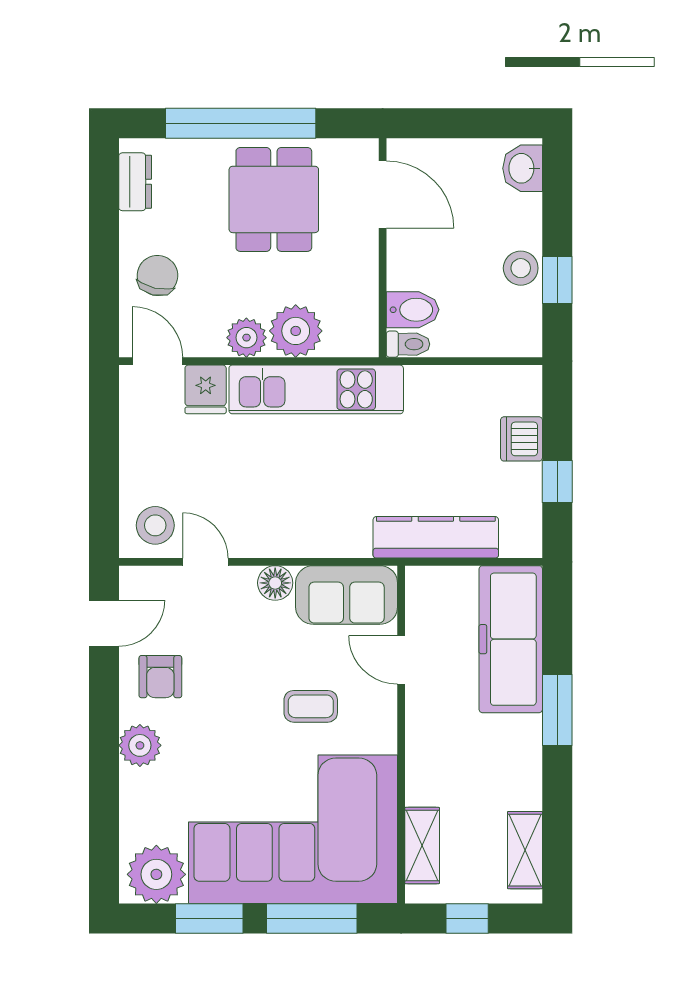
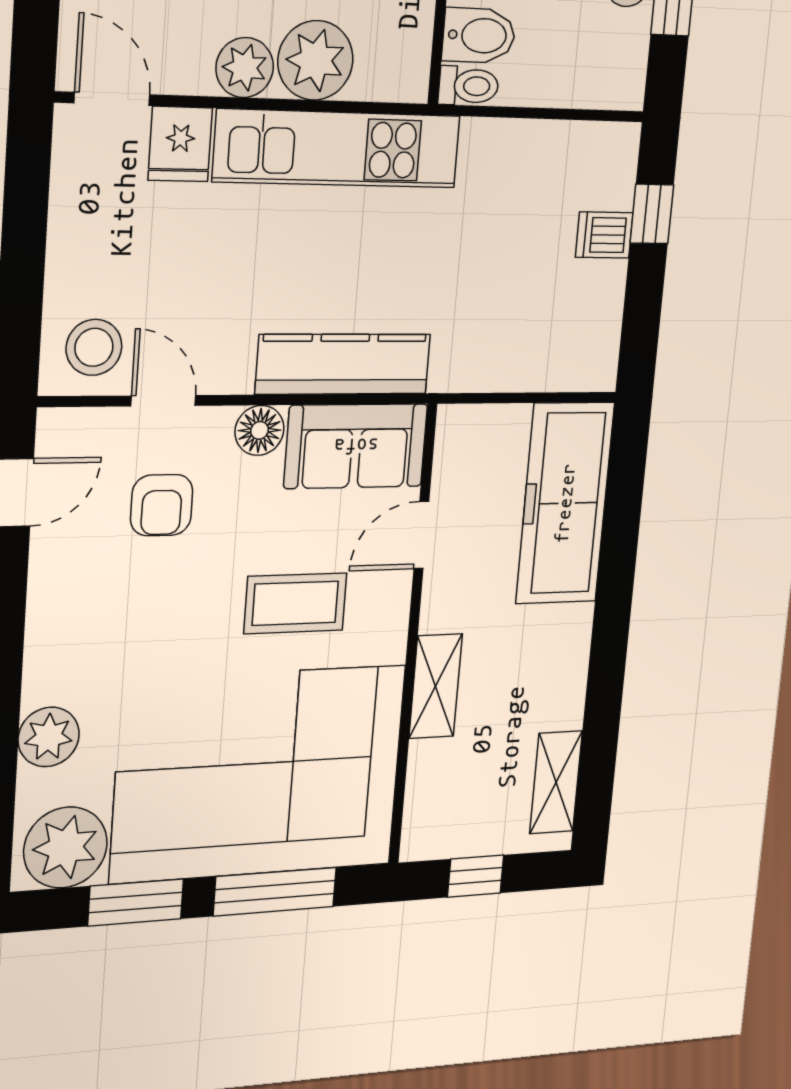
dishwasher: (522, 439) -> (604, 235), width x0.73
window: (557, 482) -> (652, 214), moved
kitchen counter: (436, 537) -> (343, 364), moved
door: (401, 660) -> (421, 535), hinge flipped
armchair: (160, 677) -> (162, 505), moved
coffee table: (311, 706) -> (295, 603), width x1.36, depth x1.30
window: (557, 710) -> (614, 596), removed
plant: (140, 745) -> (49, 737), moved
shelving: (422, 846) -> (436, 686), moved

